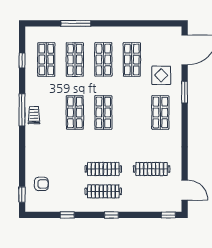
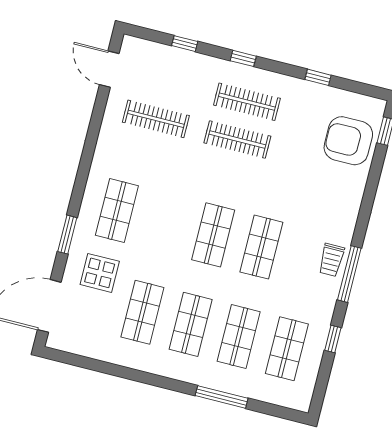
window: (22, 61) -> (333, 339), moved
armchair: (41, 184) -> (348, 141), width x1.88, depth x1.88
window: (168, 215) -> (185, 44), moved

